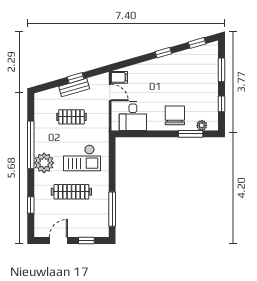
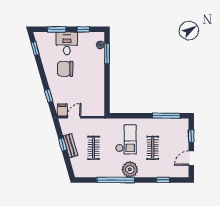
window: (163, 53) -> (49, 96), moved
chair: (175, 115) -> (65, 69), moved
desk: (133, 116) -> (67, 43), moved, turned -90
clothes rail: (71, 192) -> (153, 148), width x0.73
door: (58, 241) -> (191, 158), hinge flipped

